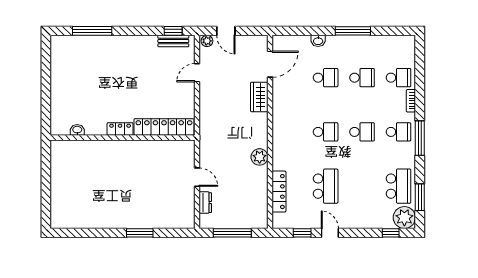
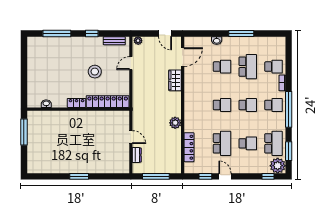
window: (173, 31) -> (92, 34), moved
door: (226, 31) -> (165, 34), moved
school desk: (362, 78) -> (248, 67), width x1.85
stool: (146, 85) -> (95, 72), added
window: (420, 138) -> (289, 109), width x1.46
window: (46, 170) -> (24, 132), added
school desk: (362, 186) -> (248, 143), added
window: (140, 233) -> (79, 176), moved

